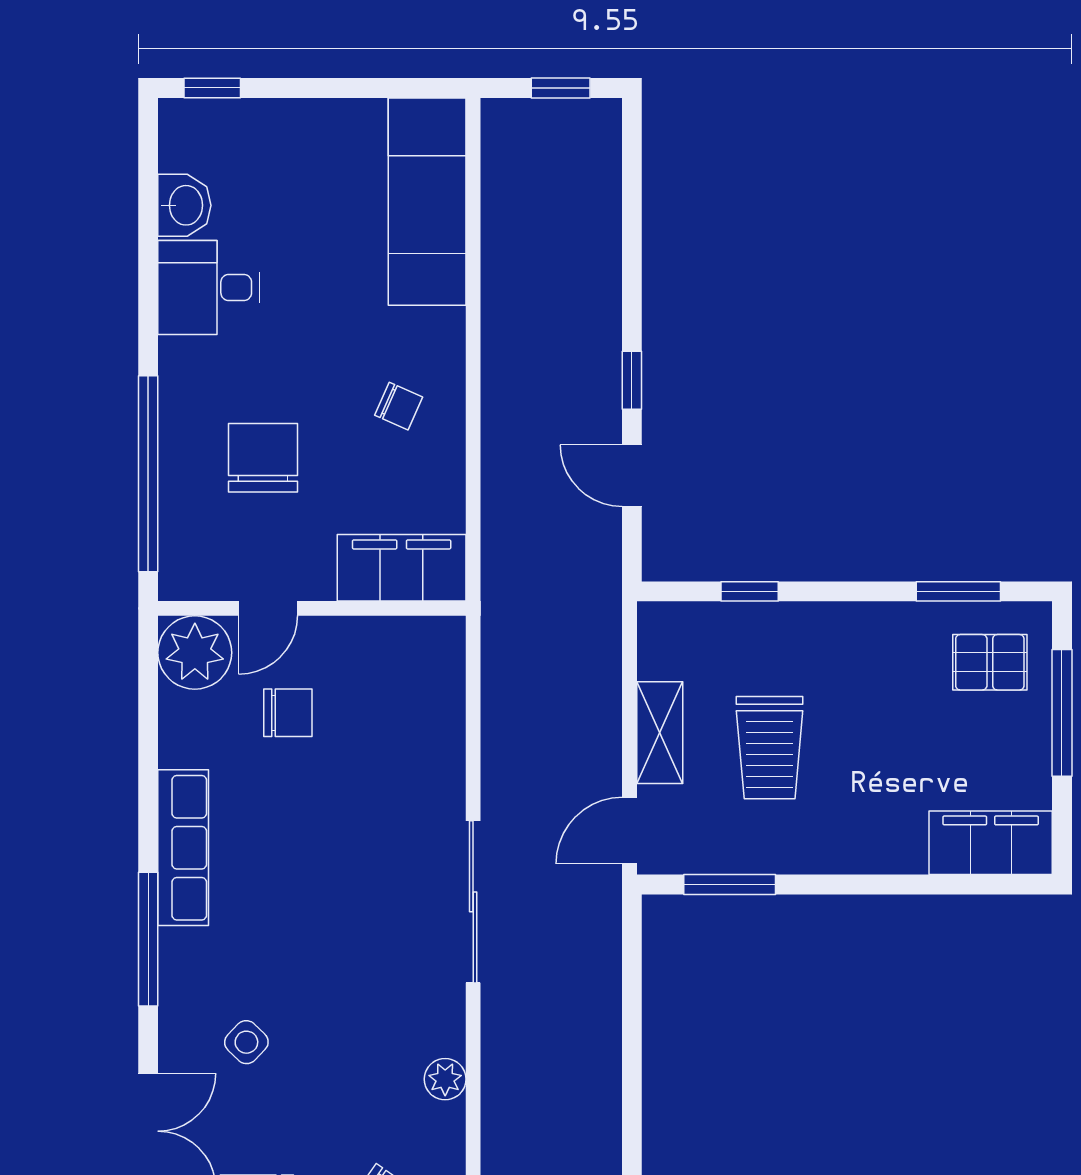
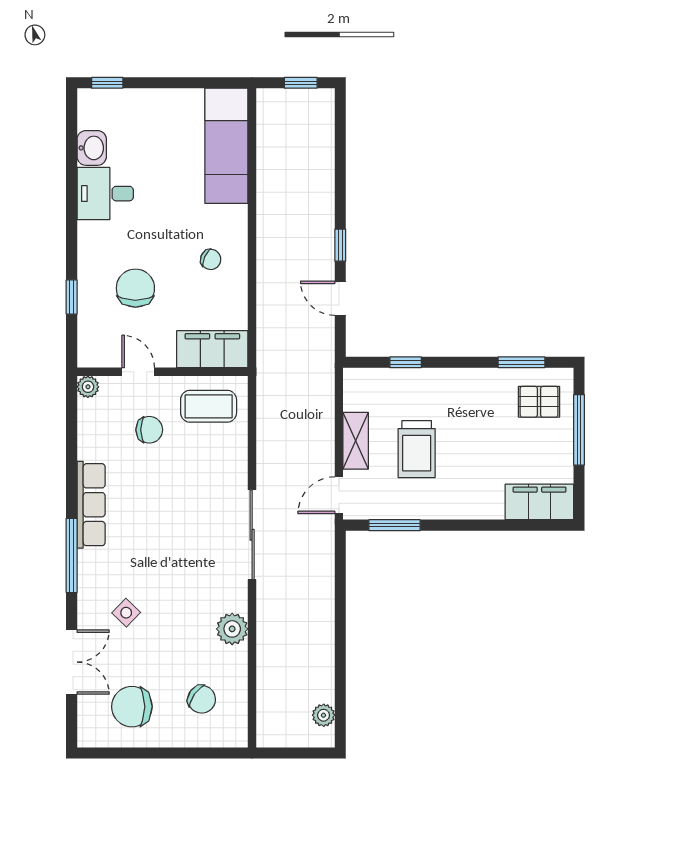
window: (148, 474) -> (72, 297), width x0.32
door: (268, 608) -> (138, 372), swing flipped
plant: (195, 653) -> (88, 387), width x0.53, depth x0.53
coffee table: (395, 670) -> (209, 406), added
plant: (445, 1079) -> (232, 629), width x1.38, depth x1.38

